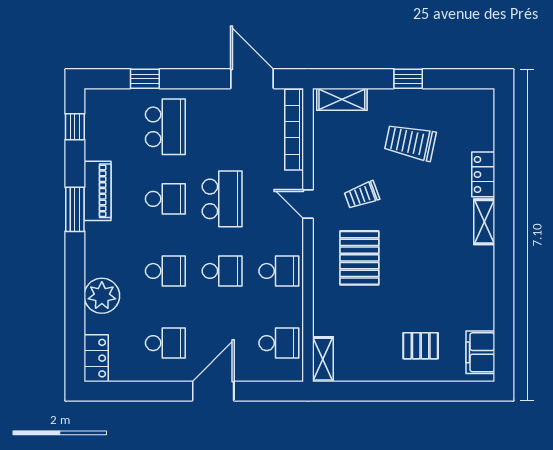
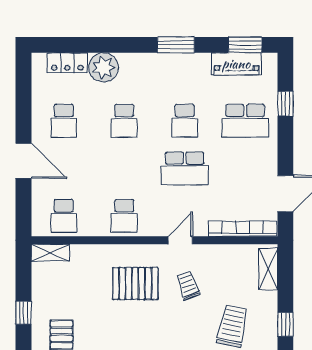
window: (75, 127) -> (245, 45), width x1.50
piano: (98, 191) -> (236, 64), moved
school desk: (222, 271) -> (124, 168), removed
locker: (96, 358) -> (67, 63), moved
window: (395, 391) -> (24, 313), added

